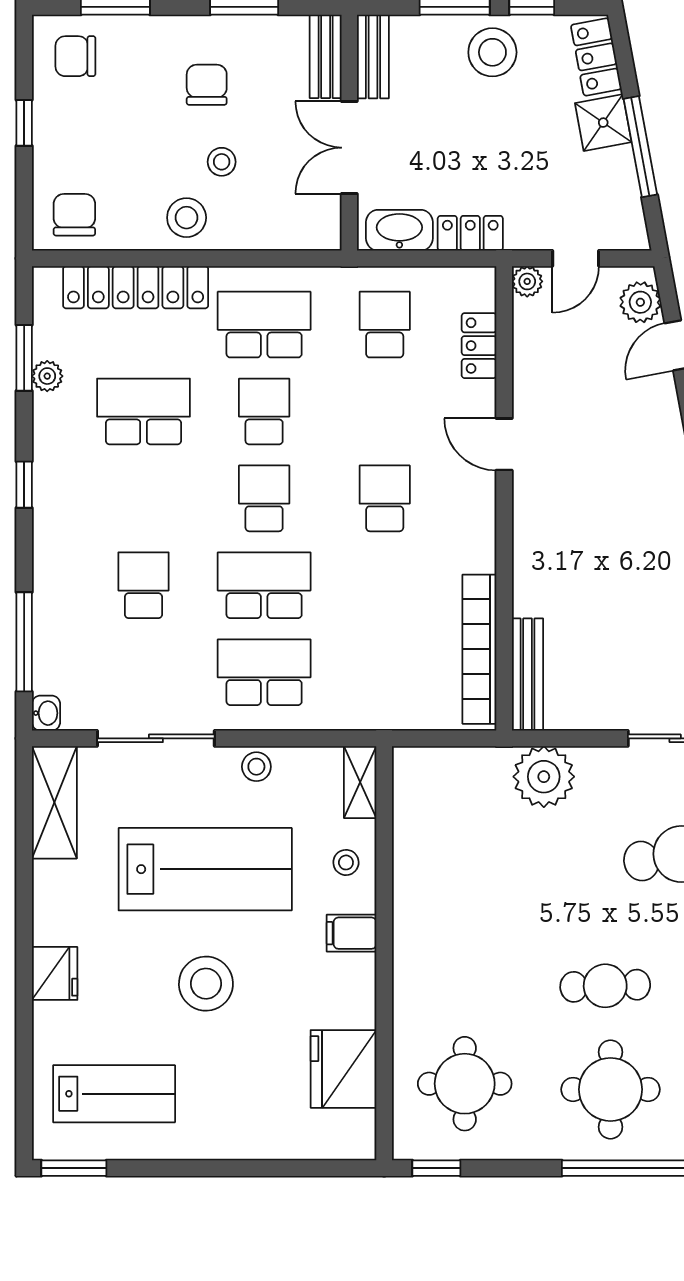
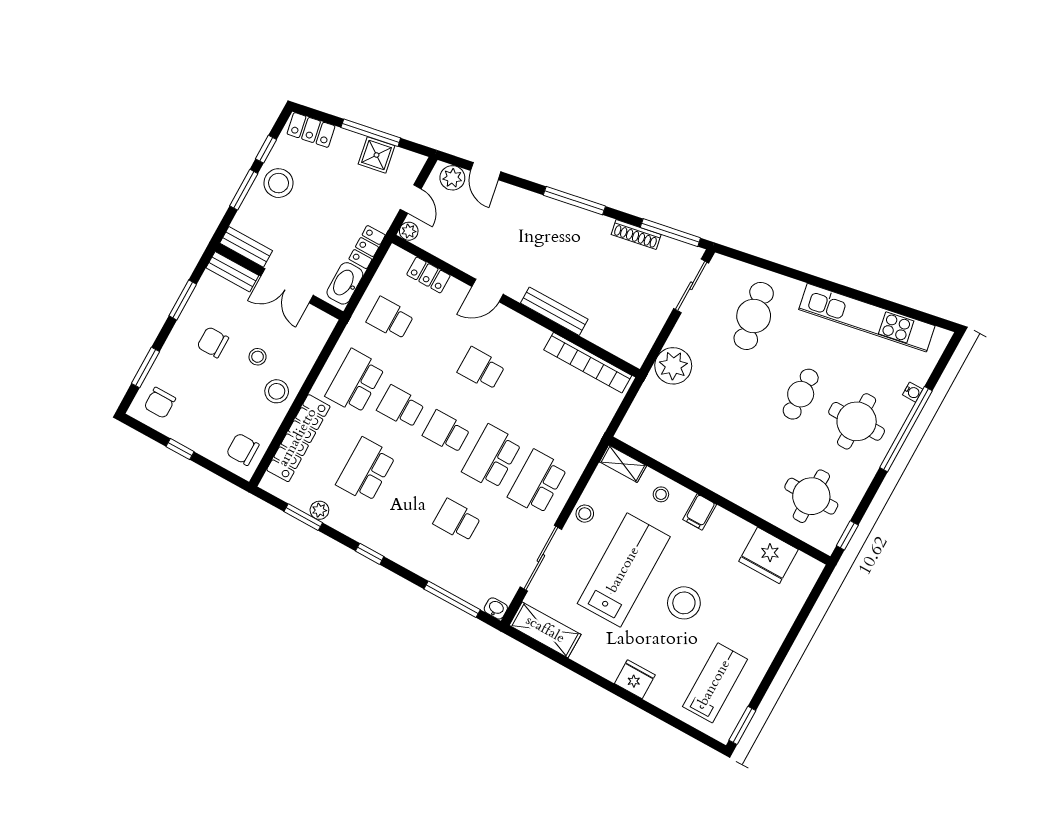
shower: (603, 123) -> (377, 155), moved
bench: (528, 675) -> (554, 311), moved

